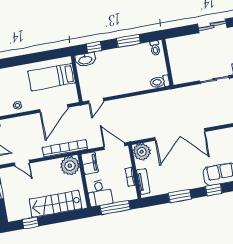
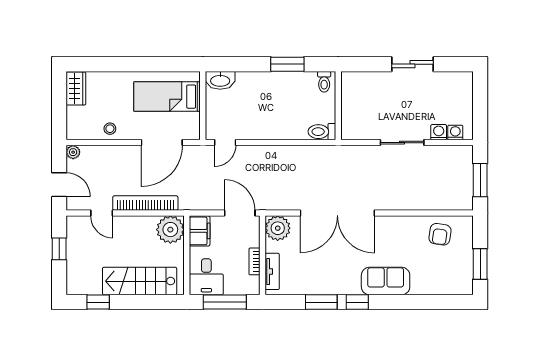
window: (94, 47) -> (236, 64), removed
bookcase: (65, 148) -> (145, 203), moved
window: (214, 190) -> (357, 302), moved

